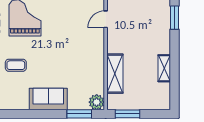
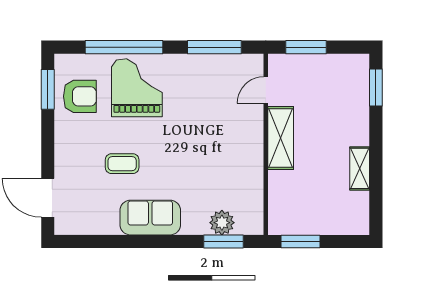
shelving: (115, 74) -> (281, 138), moved
sofa: (48, 99) -> (150, 218), moved
plant: (97, 102) -> (222, 223), moved

